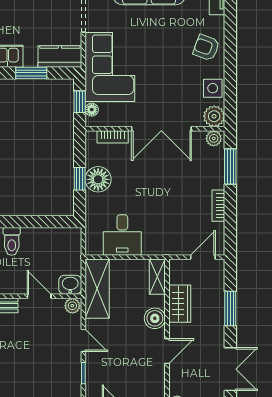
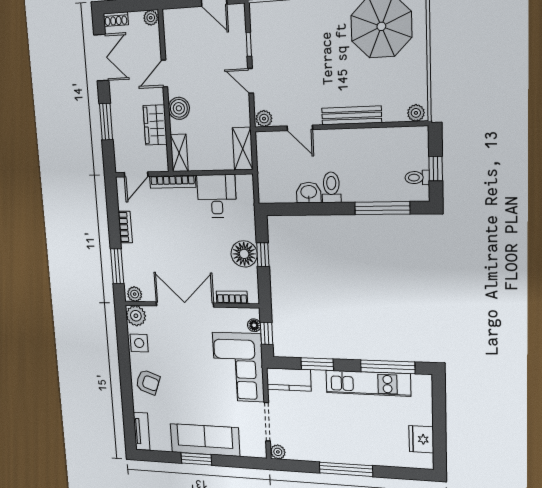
bookcase: (166, 249) -> (173, 182), added
washbasin: (70, 285) -> (309, 192), moved, turned 180
shelving: (97, 289) -> (243, 149), width x0.67, depth x0.75
double door: (230, 369) -> (101, 58), swing flipped

